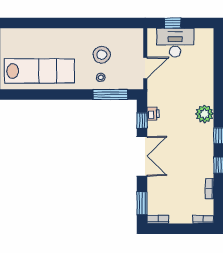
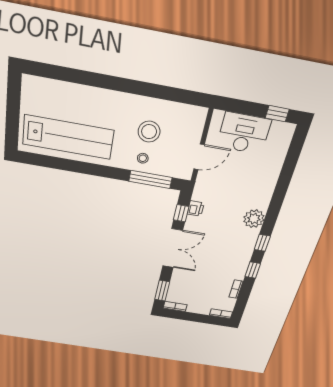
window: (173, 23) -> (277, 114), moved

